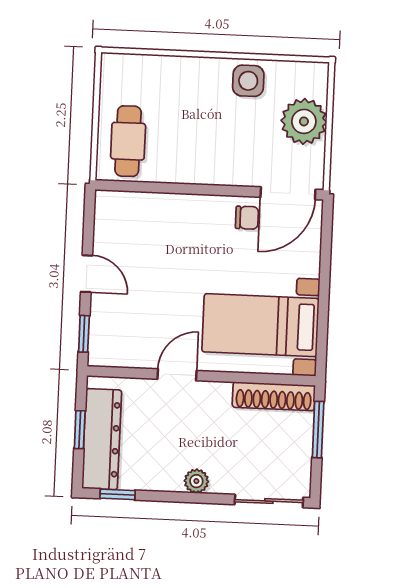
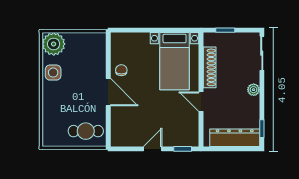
plant: (304, 121) -> (54, 44), moved
door: (288, 193) -> (108, 92), moved
shoe rack: (274, 396) -> (210, 67), moved
window: (80, 430) -> (230, 149), removed
window: (318, 430) -> (225, 30), width x0.67

